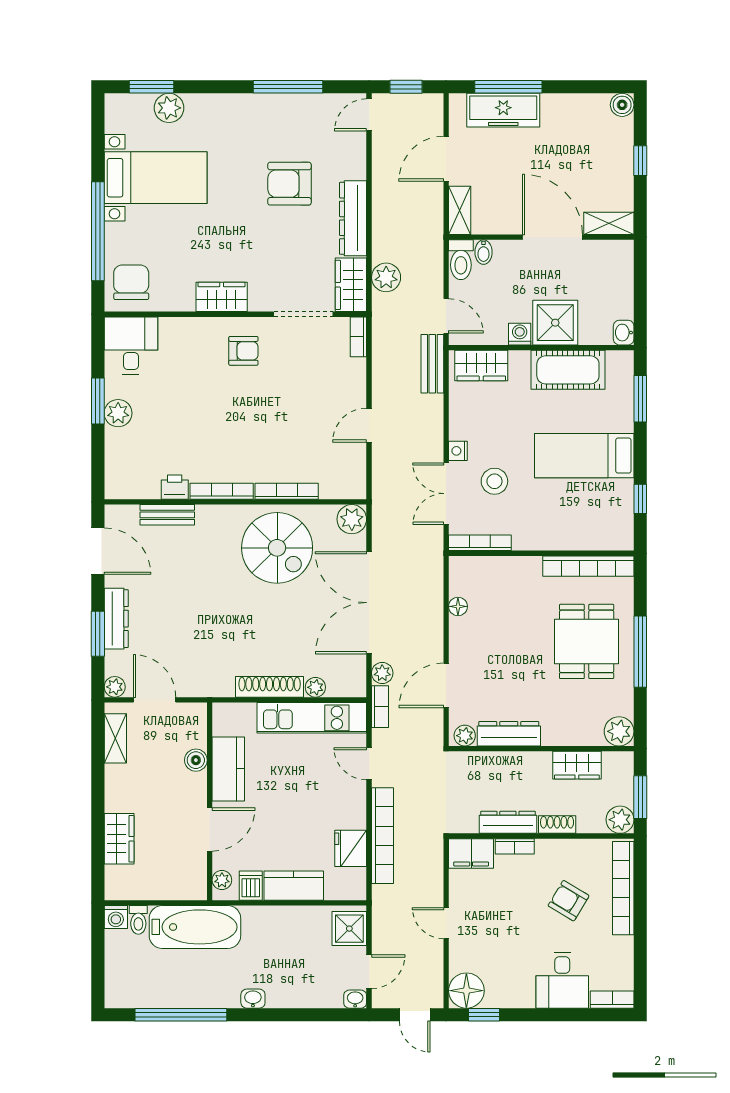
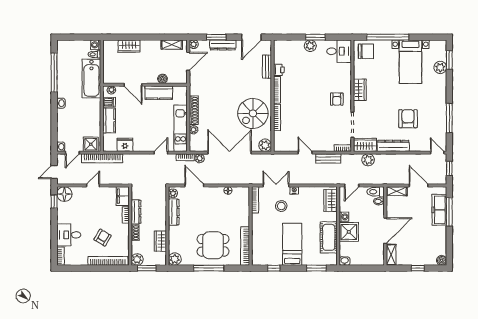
bench: (432, 364) -> (328, 158), moved
bookcase: (382, 836) -> (102, 158), moved
door: (369, 972) -> (72, 153), hinge flipped

